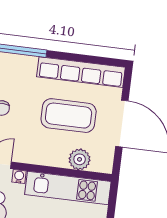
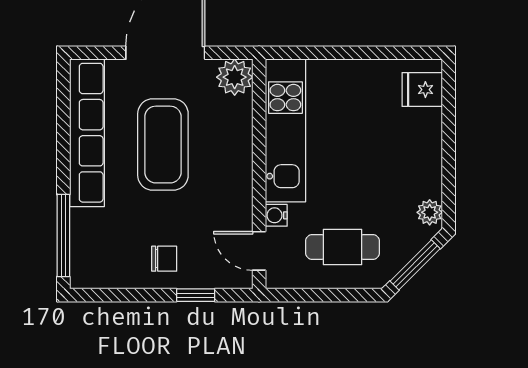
plant: (80, 159) -> (235, 77), moved

